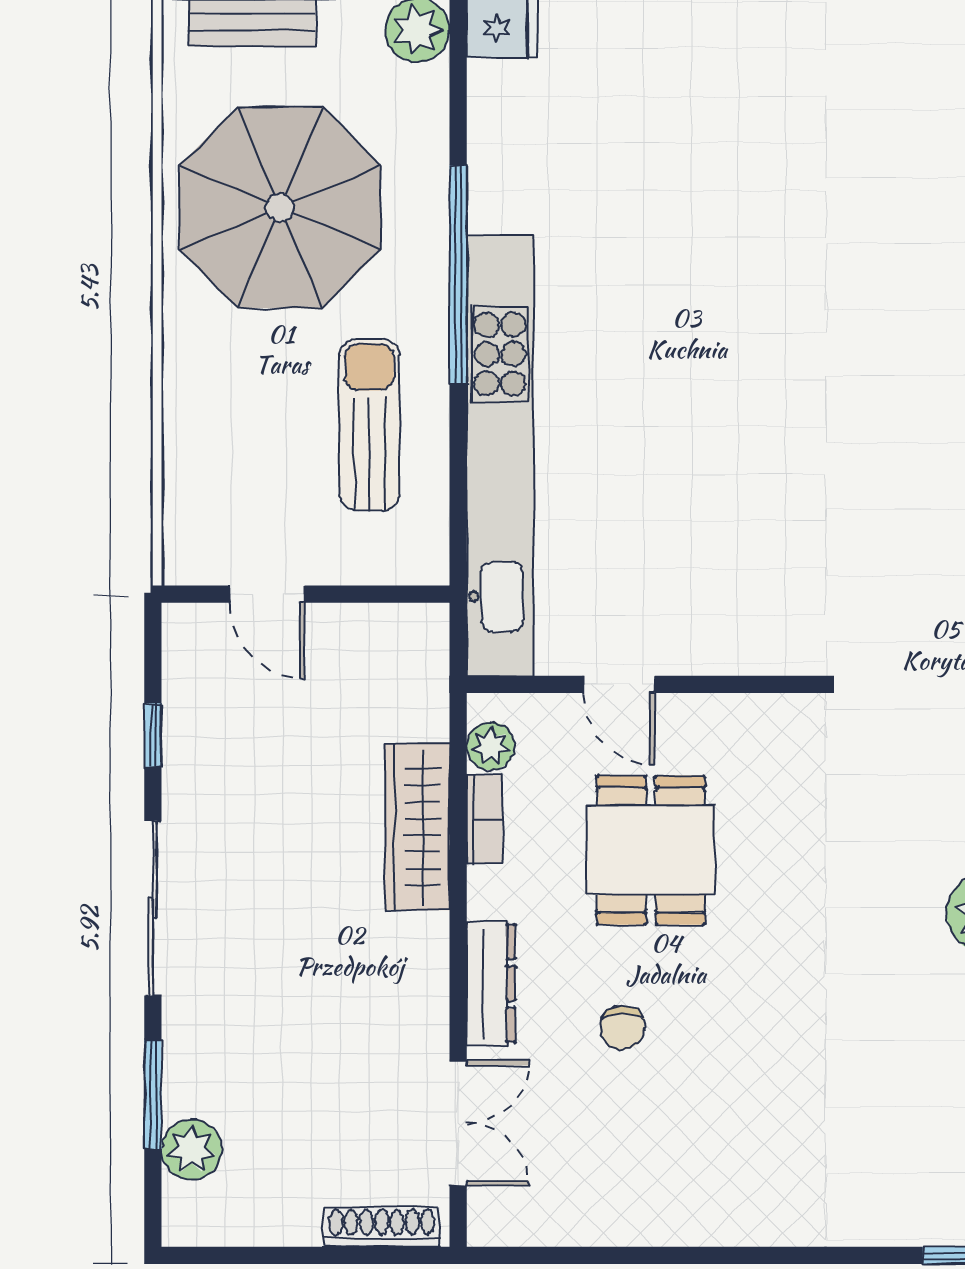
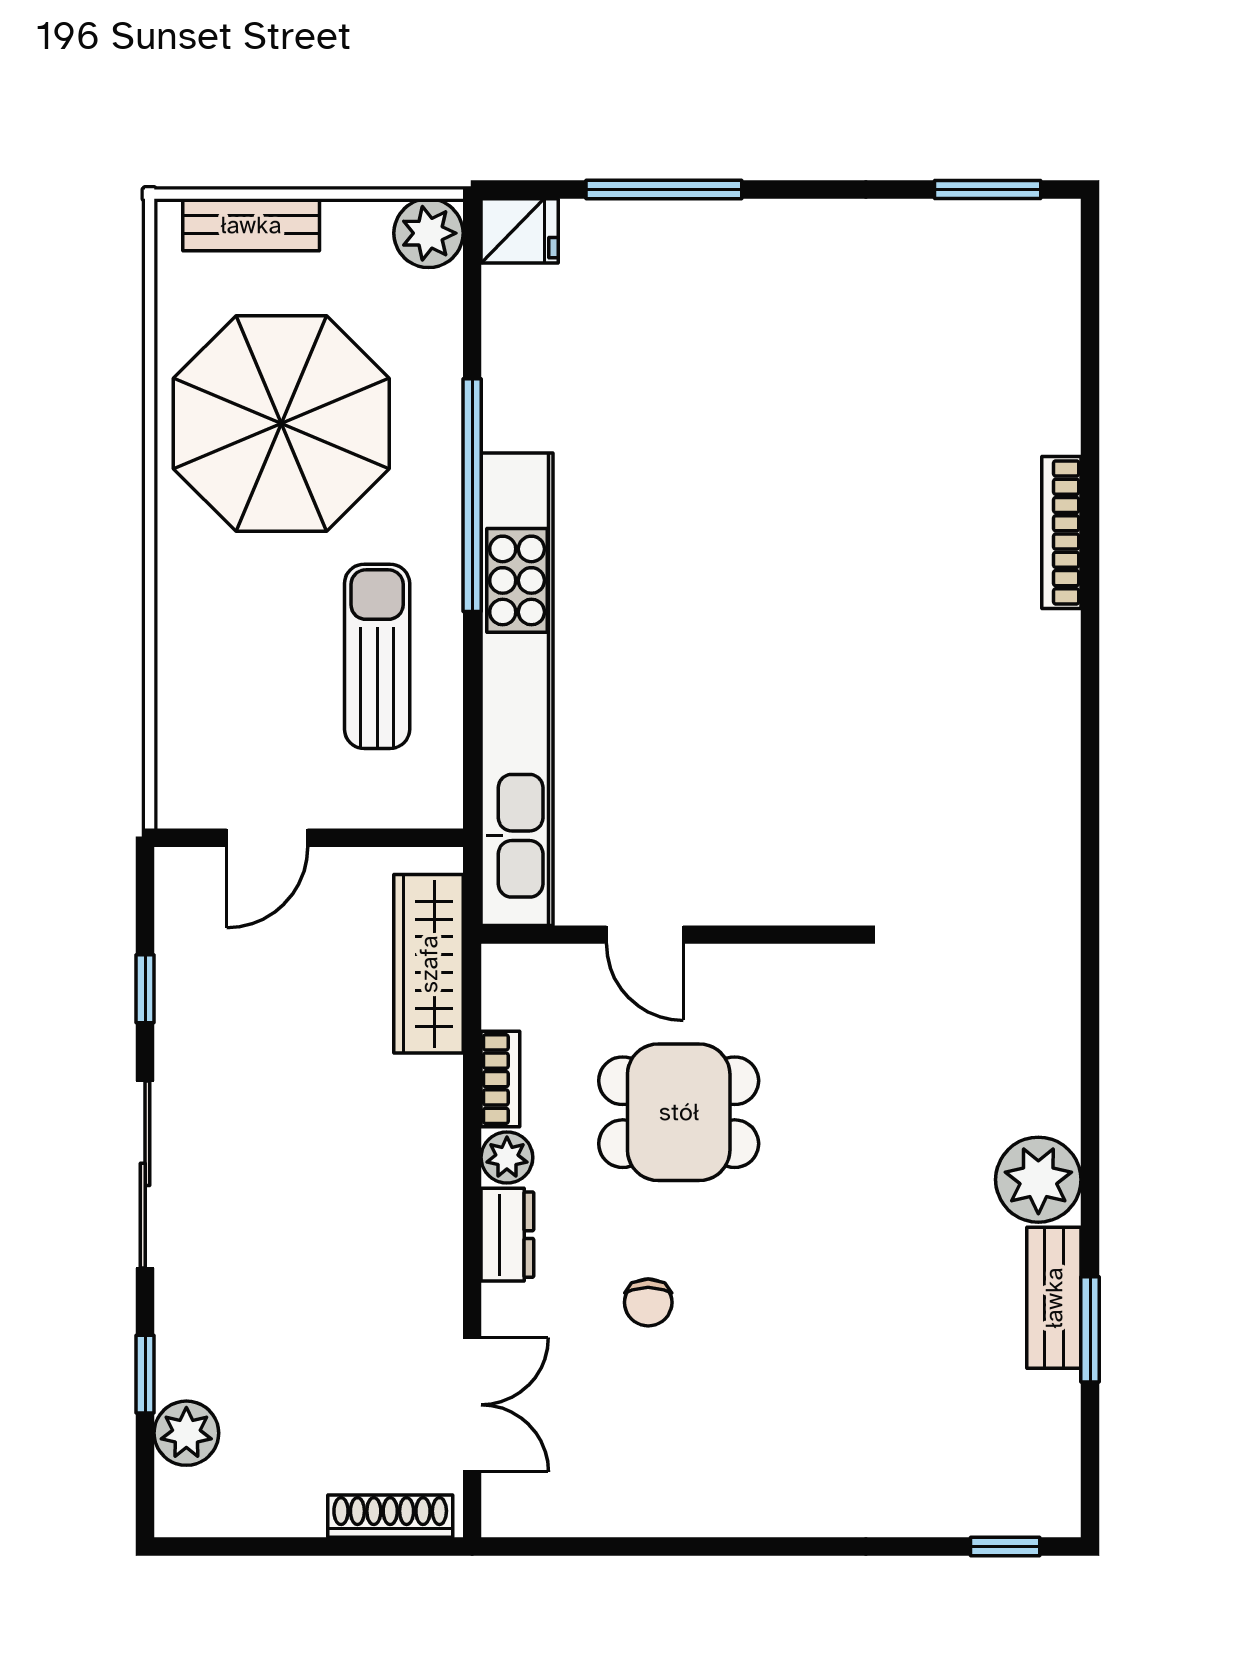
door: (267, 594) -> (267, 838), hinge flipped
plant: (491, 746) -> (507, 1157), moved
wardrobe: (417, 827) -> (429, 964), moved
dining table: (651, 850) -> (679, 1112), turned 90
dresser: (491, 983) -> (507, 1235), width x0.70
window: (153, 1094) -> (145, 1374), width x0.67

